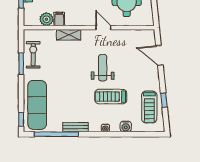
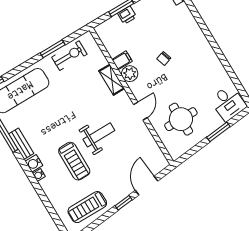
plant: (46, 19) -> (130, 74), moved
treadmill: (111, 97) -> (74, 161), turned 180
window: (164, 100) -> (124, 203), moved
water cooler: (126, 126) -> (34, 163), moved

